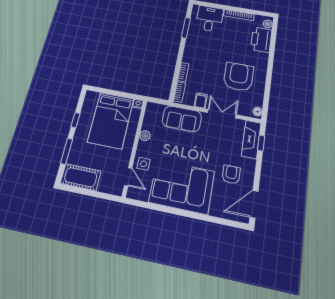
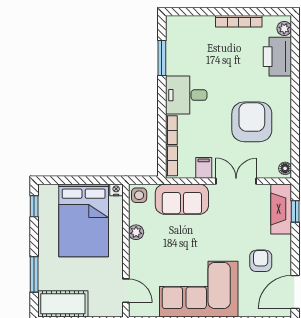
desk: (209, 19) -> (186, 95), moved, turned -90
window: (75, 120) -> (34, 206), moved
side table: (144, 164) -> (139, 195), moved

